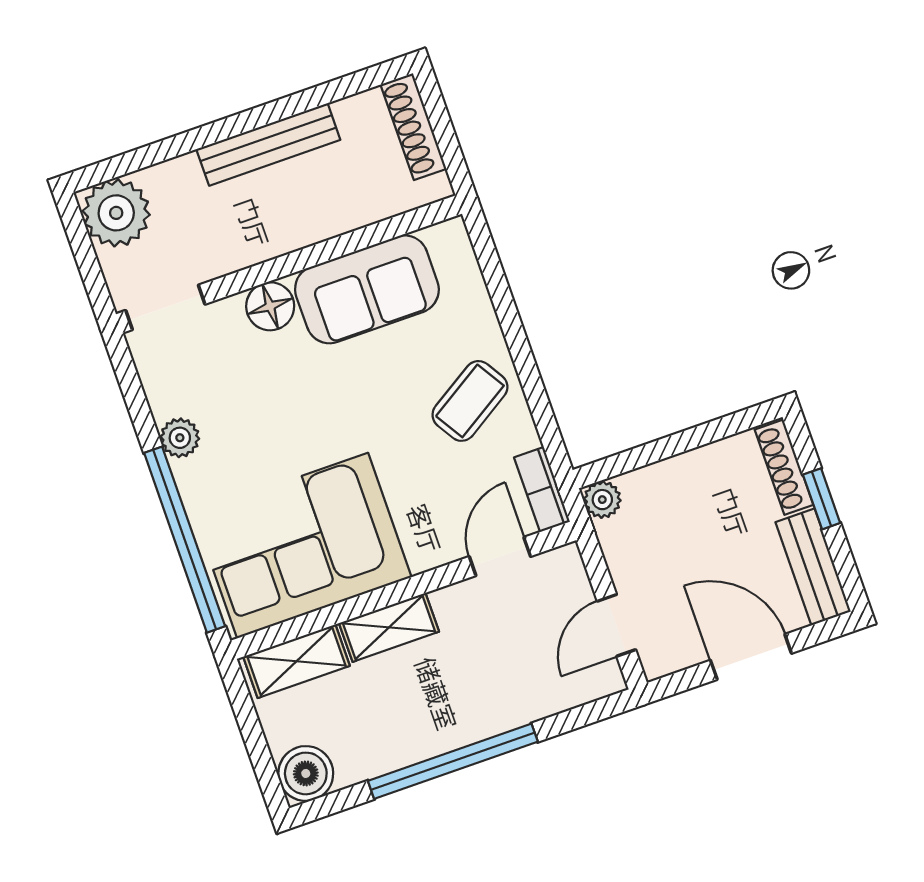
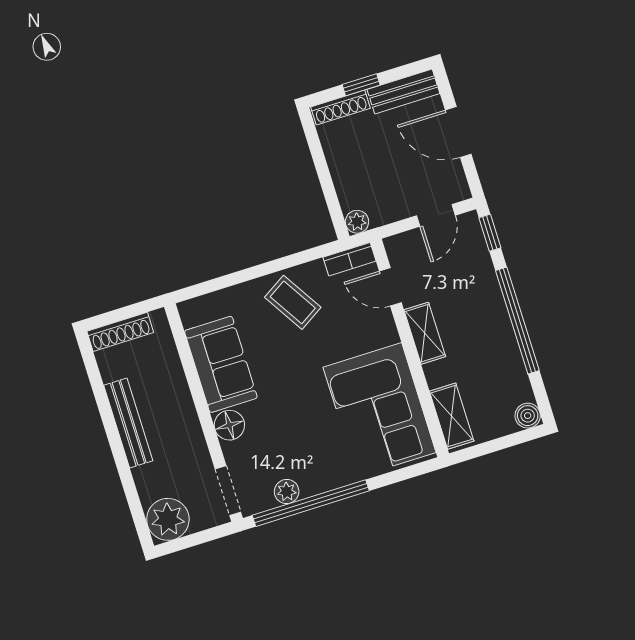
plant: (180, 438) -> (287, 492), moved
window: (185, 540) -> (311, 503), moved
door: (617, 625) -> (436, 215), hinge flipped
shelving: (389, 627) -> (425, 333), moved
door: (751, 657) -> (458, 132), hinge flipped
window: (592, 713) -> (490, 233), added
boiler: (306, 773) -> (528, 416), width x0.73, depth x0.73

